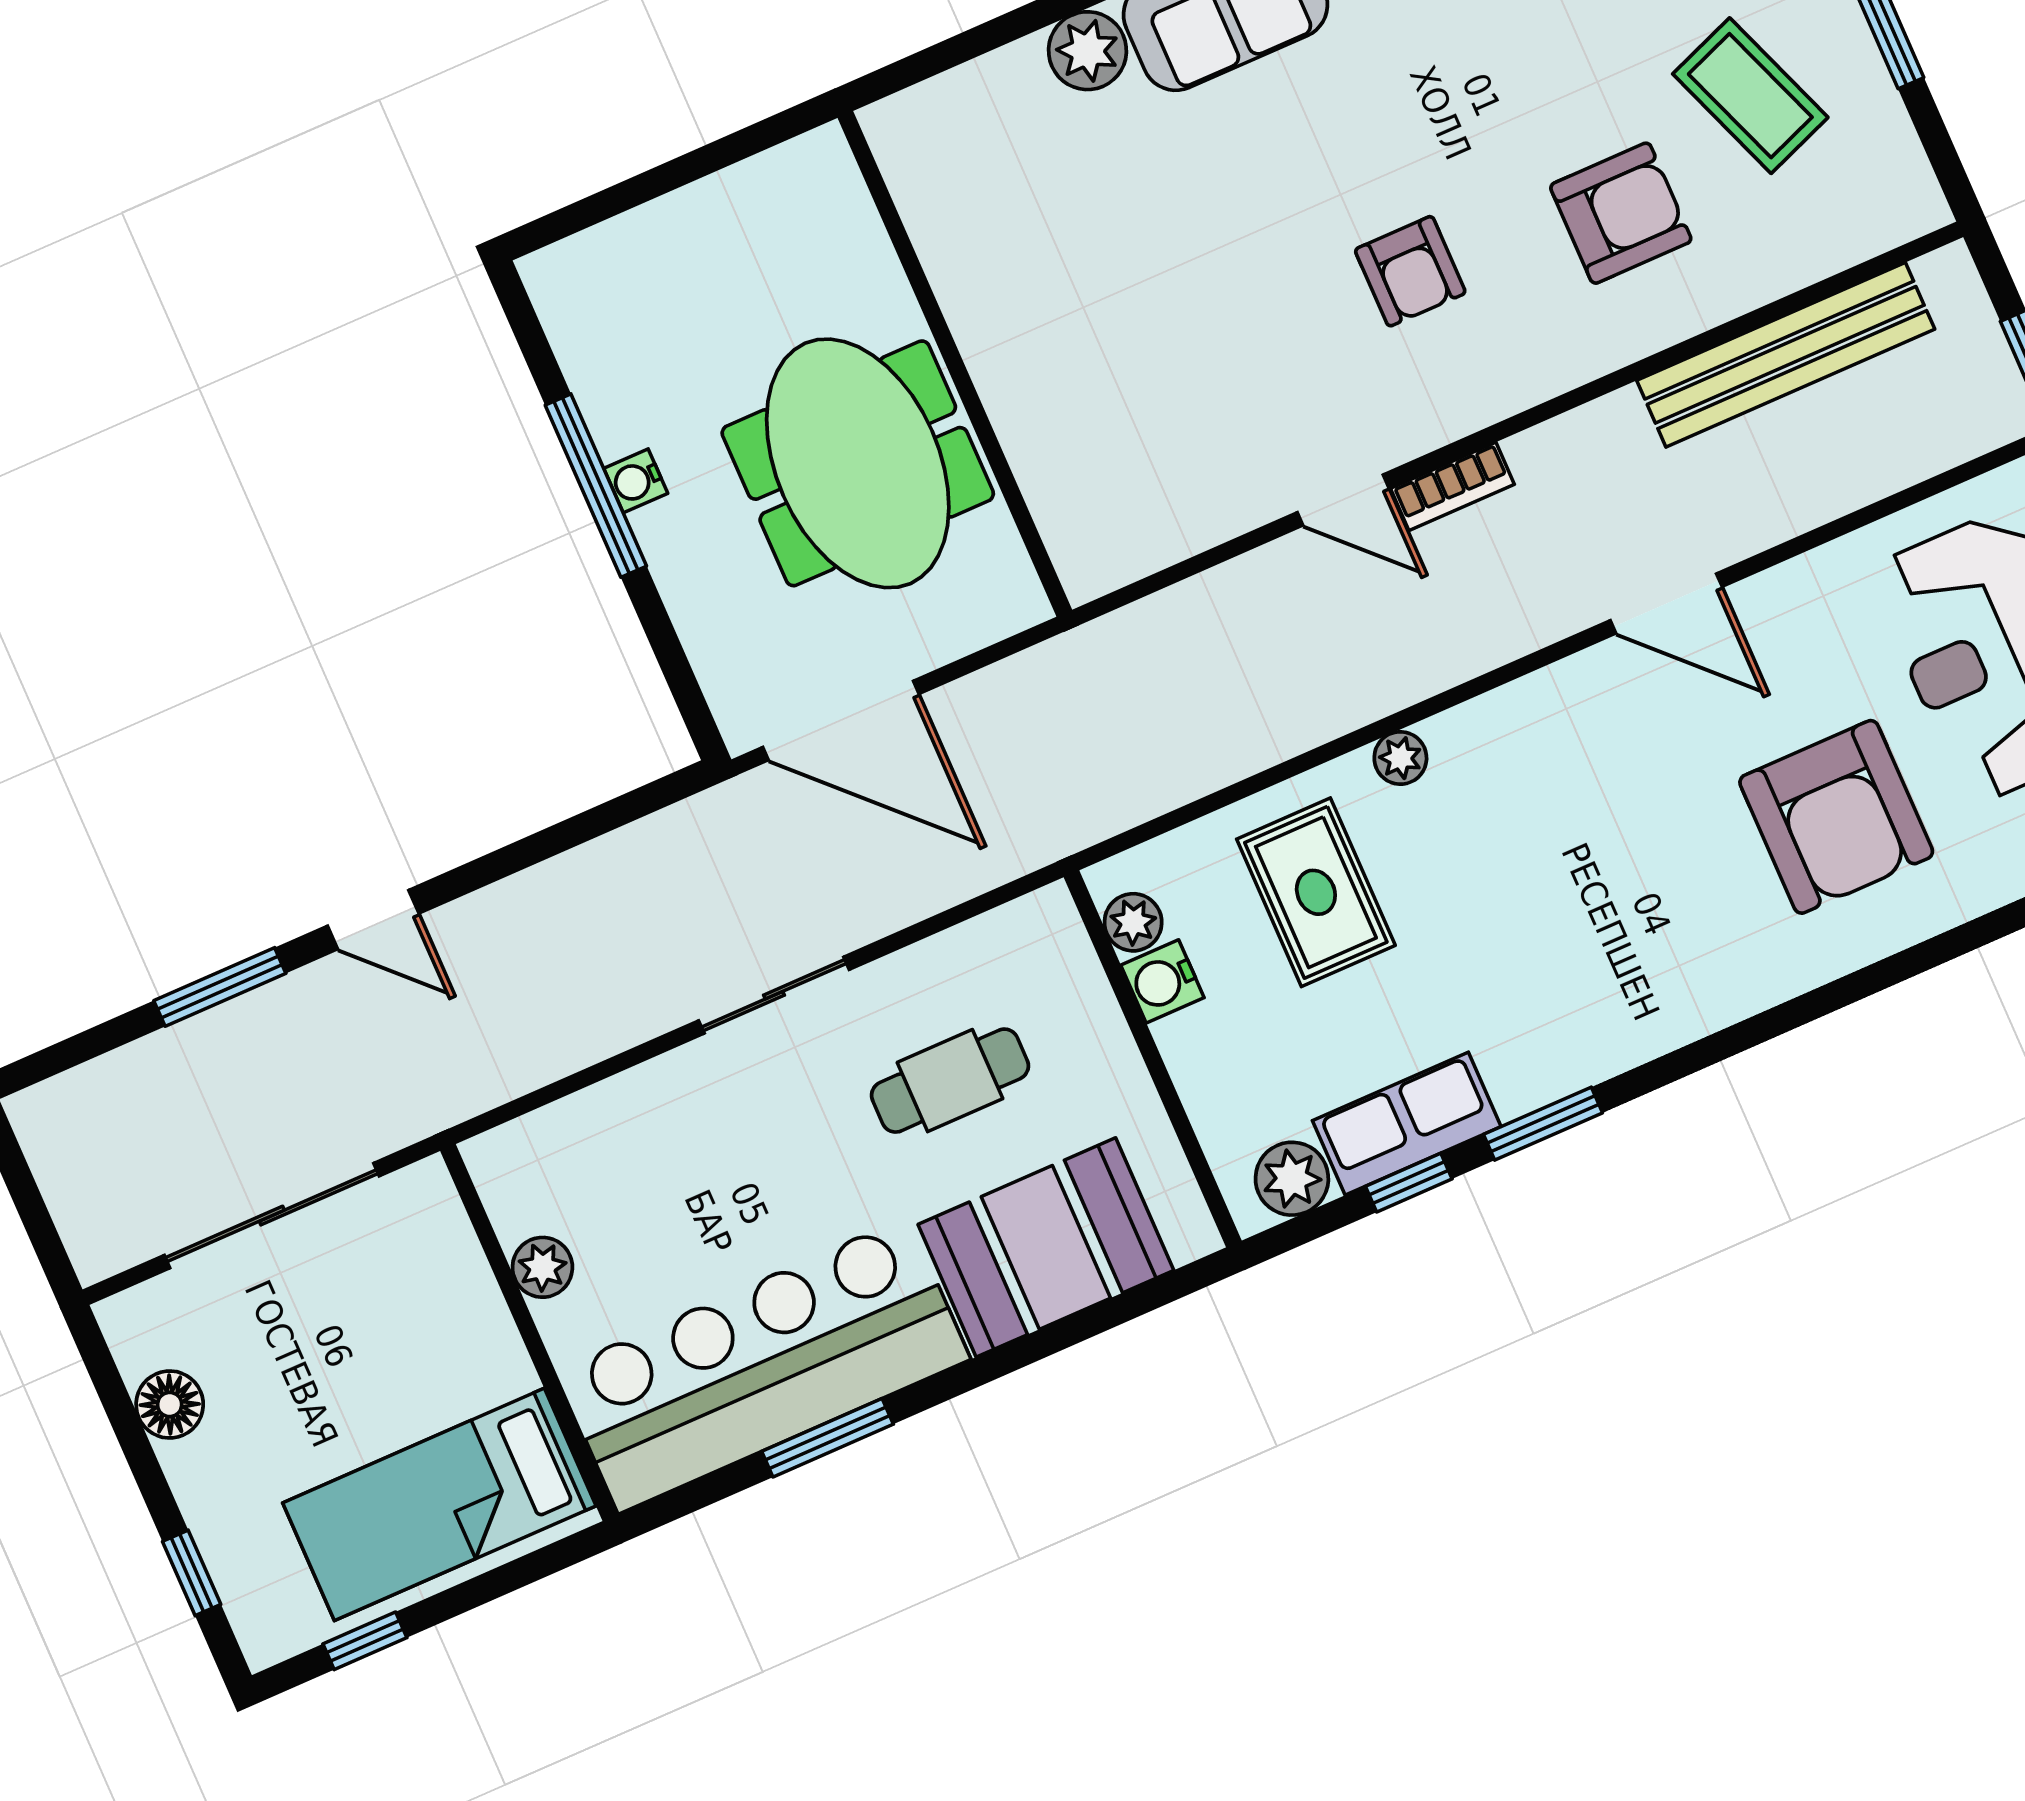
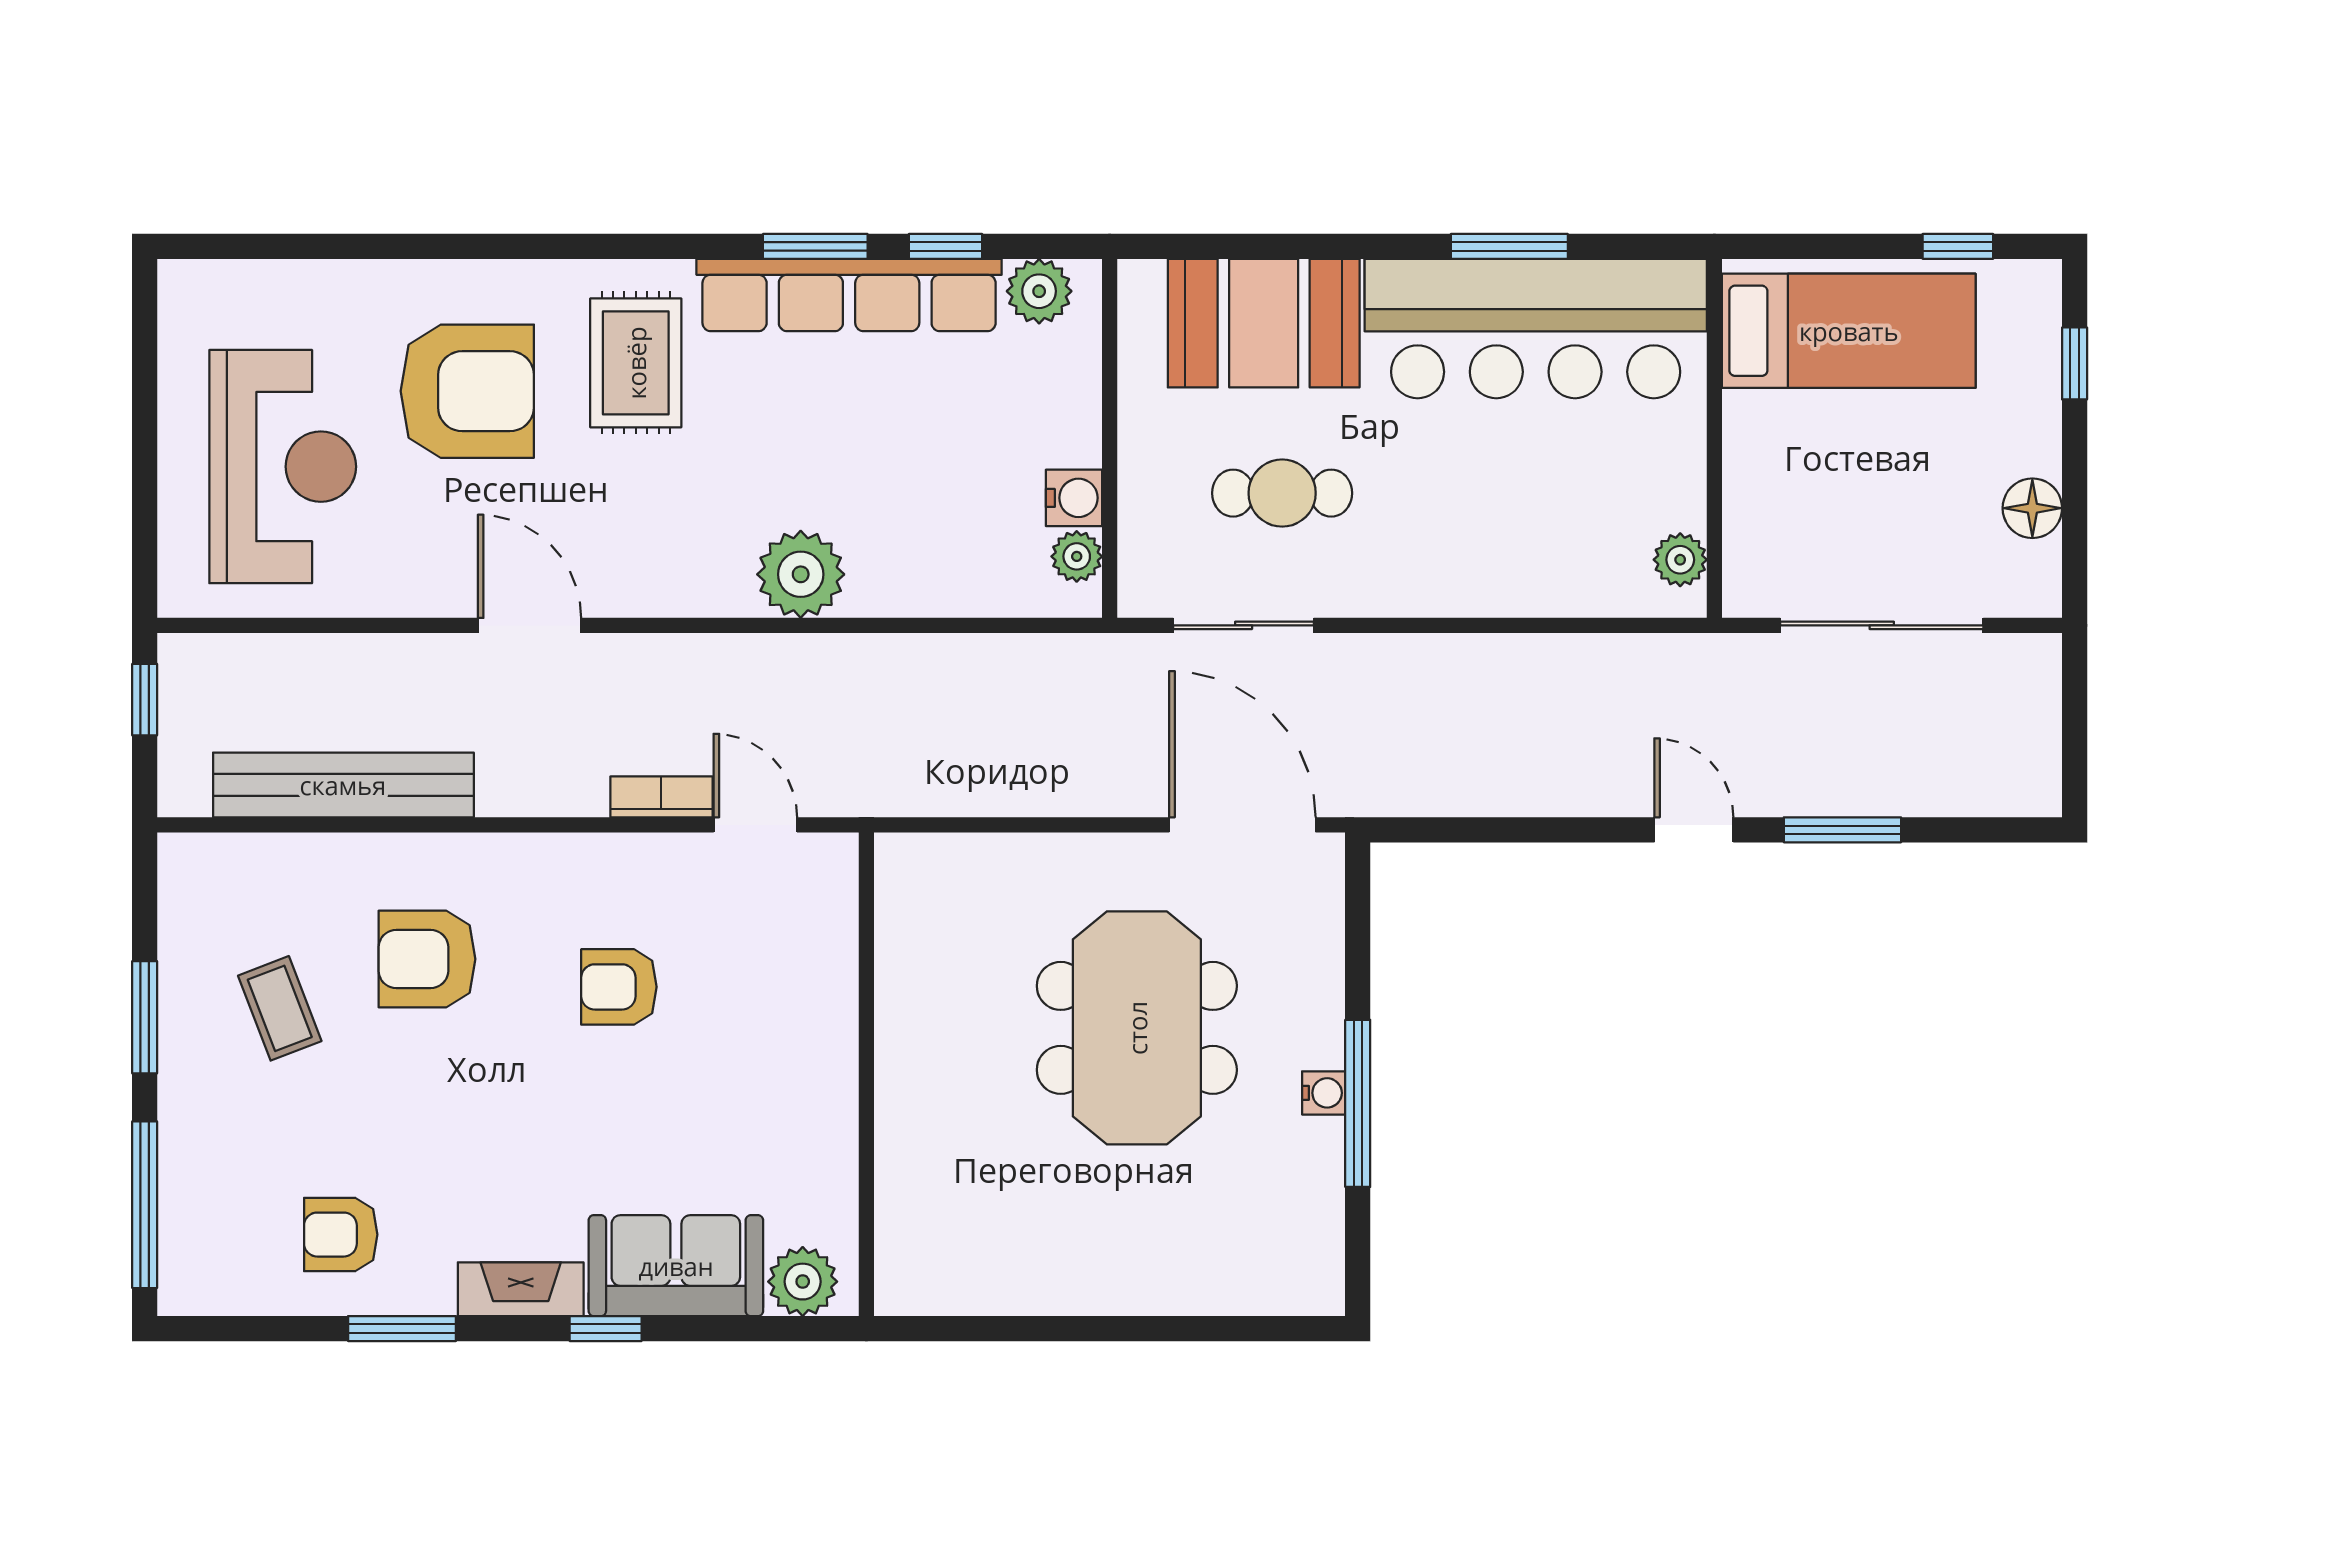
coffee table: (1750, 96) -> (280, 1008), width x0.73, depth x0.77
armchair: (1410, 271) -> (619, 987), turned -90
wall: (955, 364) -> (866, 1074), moved
plant: (1400, 758) -> (801, 574), width x1.88, depth x1.88
armchair: (1836, 817) -> (467, 391), turned 90
rug: (1316, 892) -> (636, 363), moved
sliding door: (774, 995) -> (1244, 625), moved
row of seats: (1407, 1124) -> (849, 295), width x2.02
plant: (542, 1267) -> (1680, 560), moved

